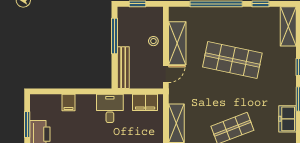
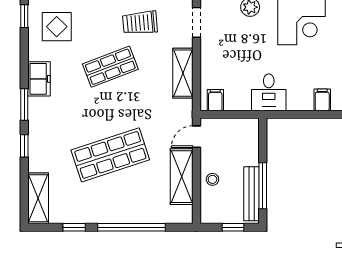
shop shelf: (232, 60) -> (110, 155), turned -30
bench: (123, 68) -> (252, 194), moved
filing cabinet: (145, 102) -> (215, 100), width x0.50

